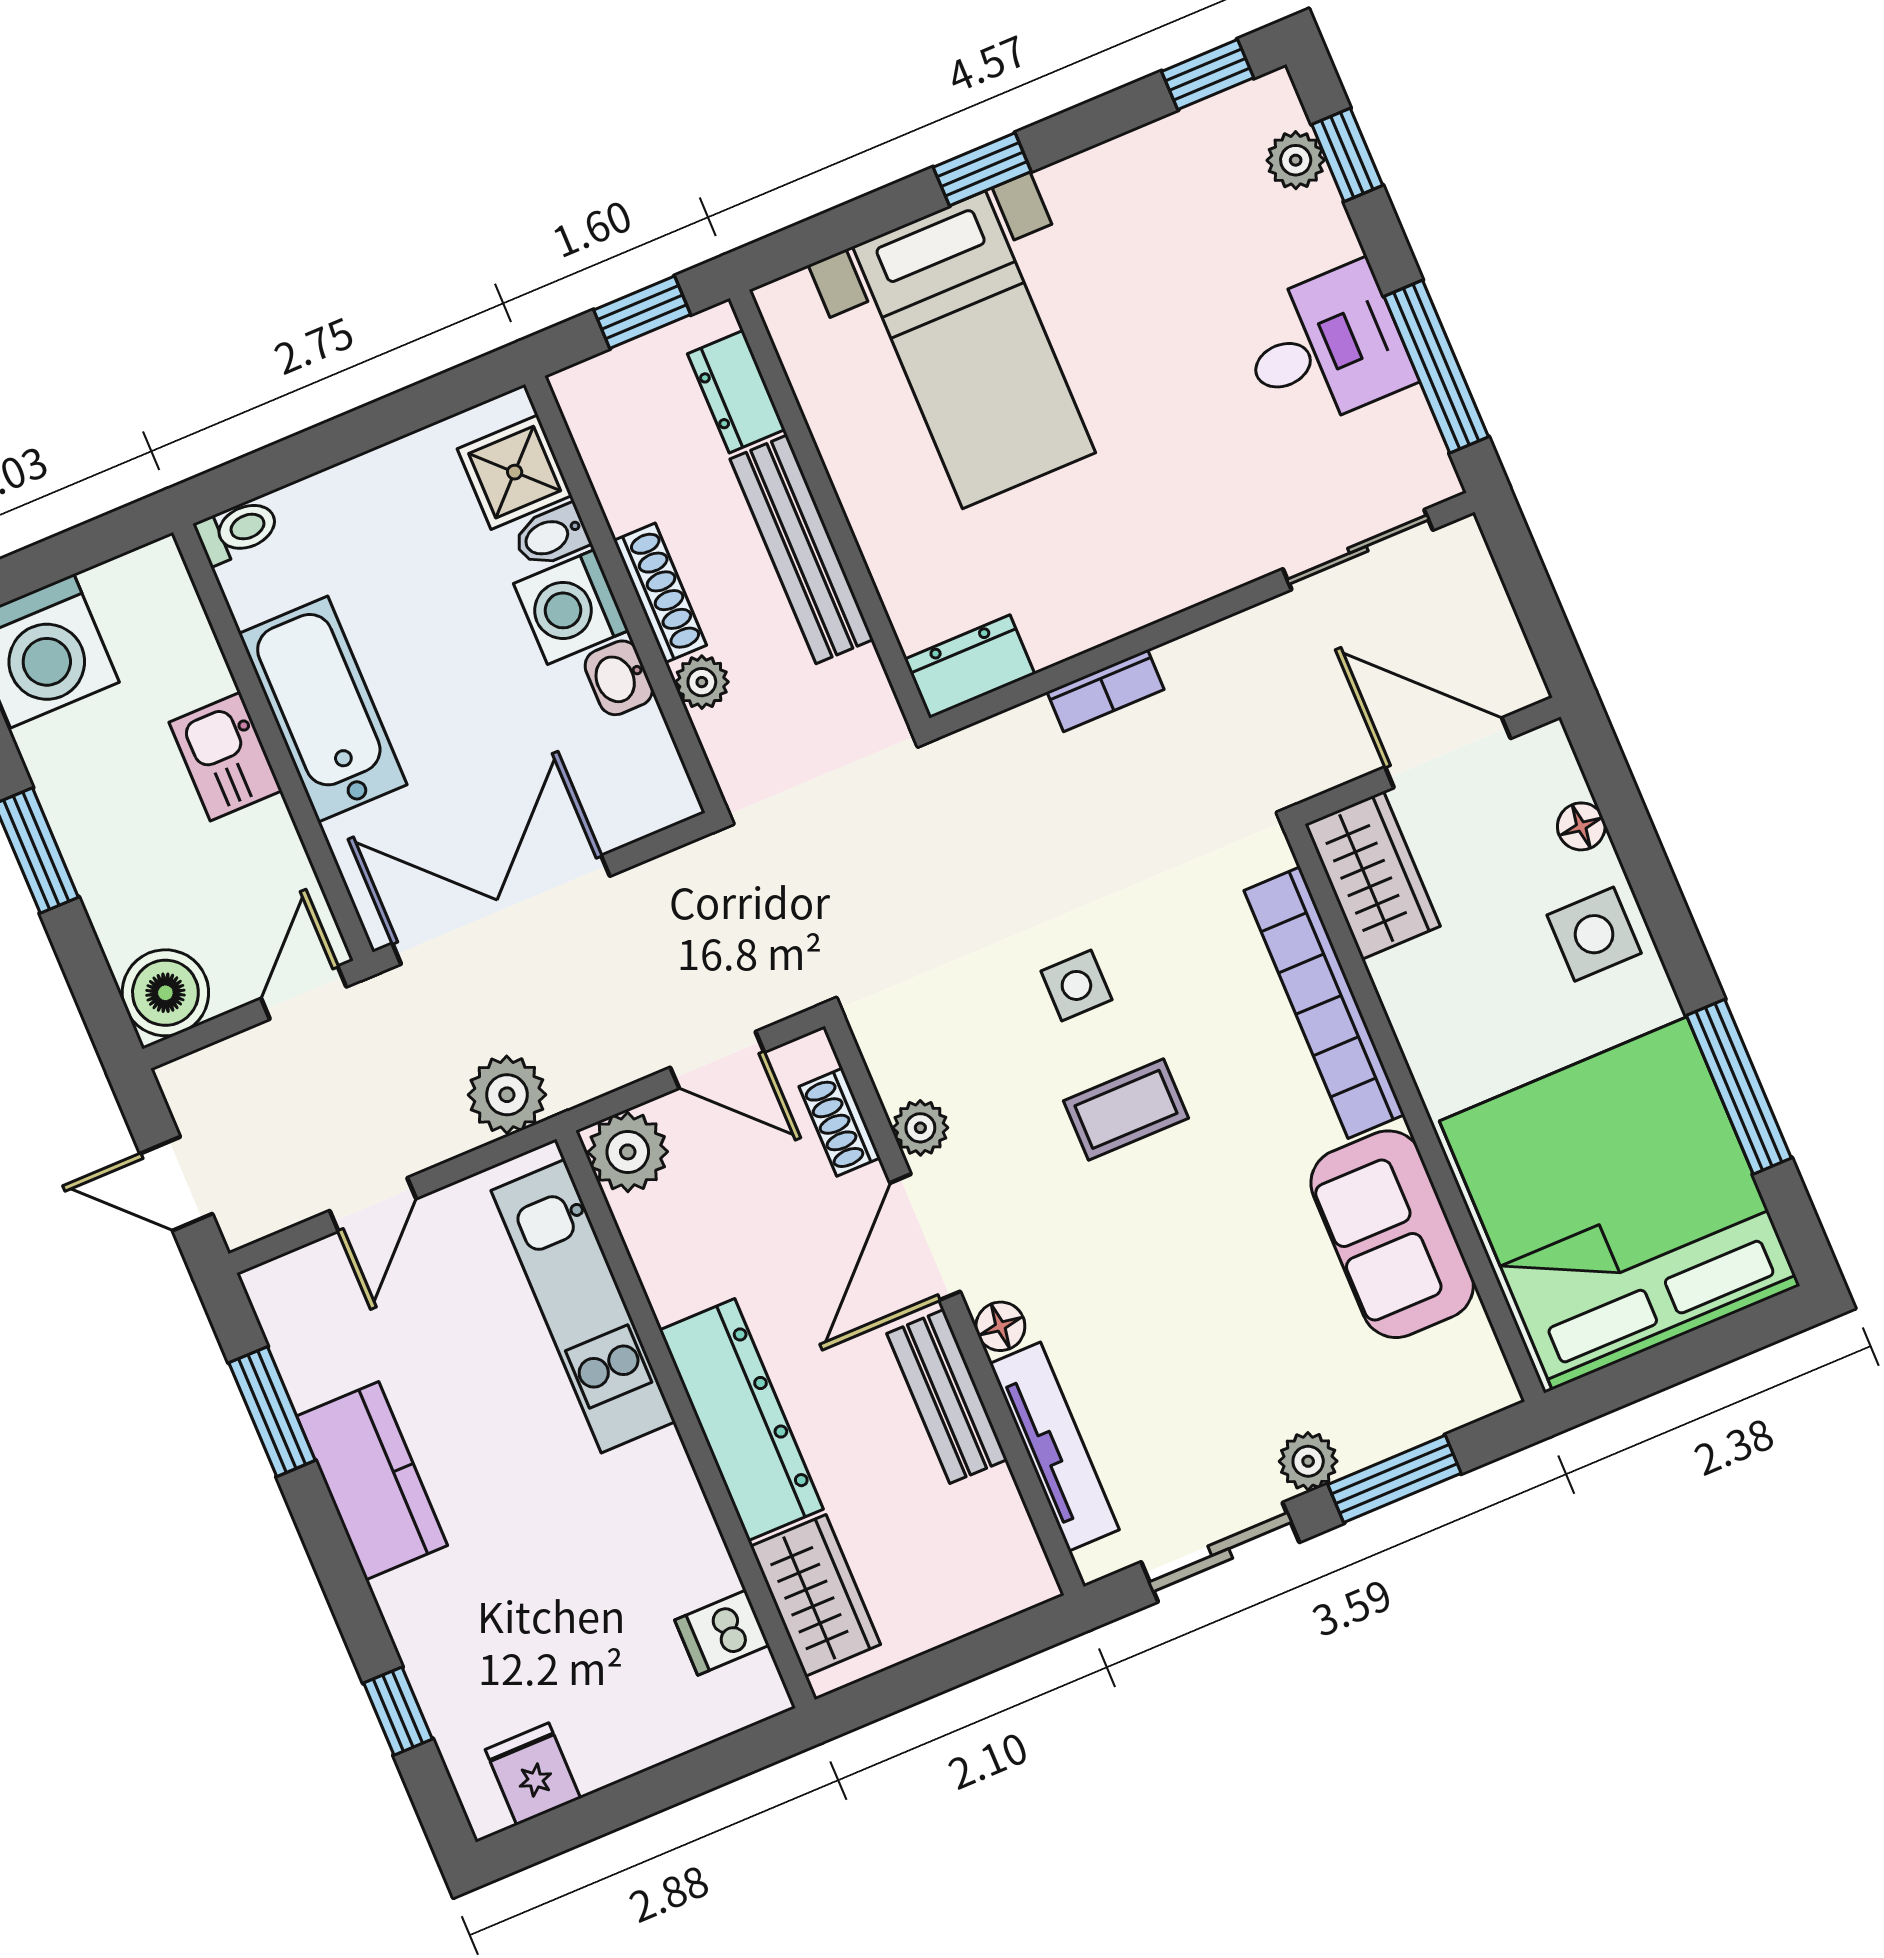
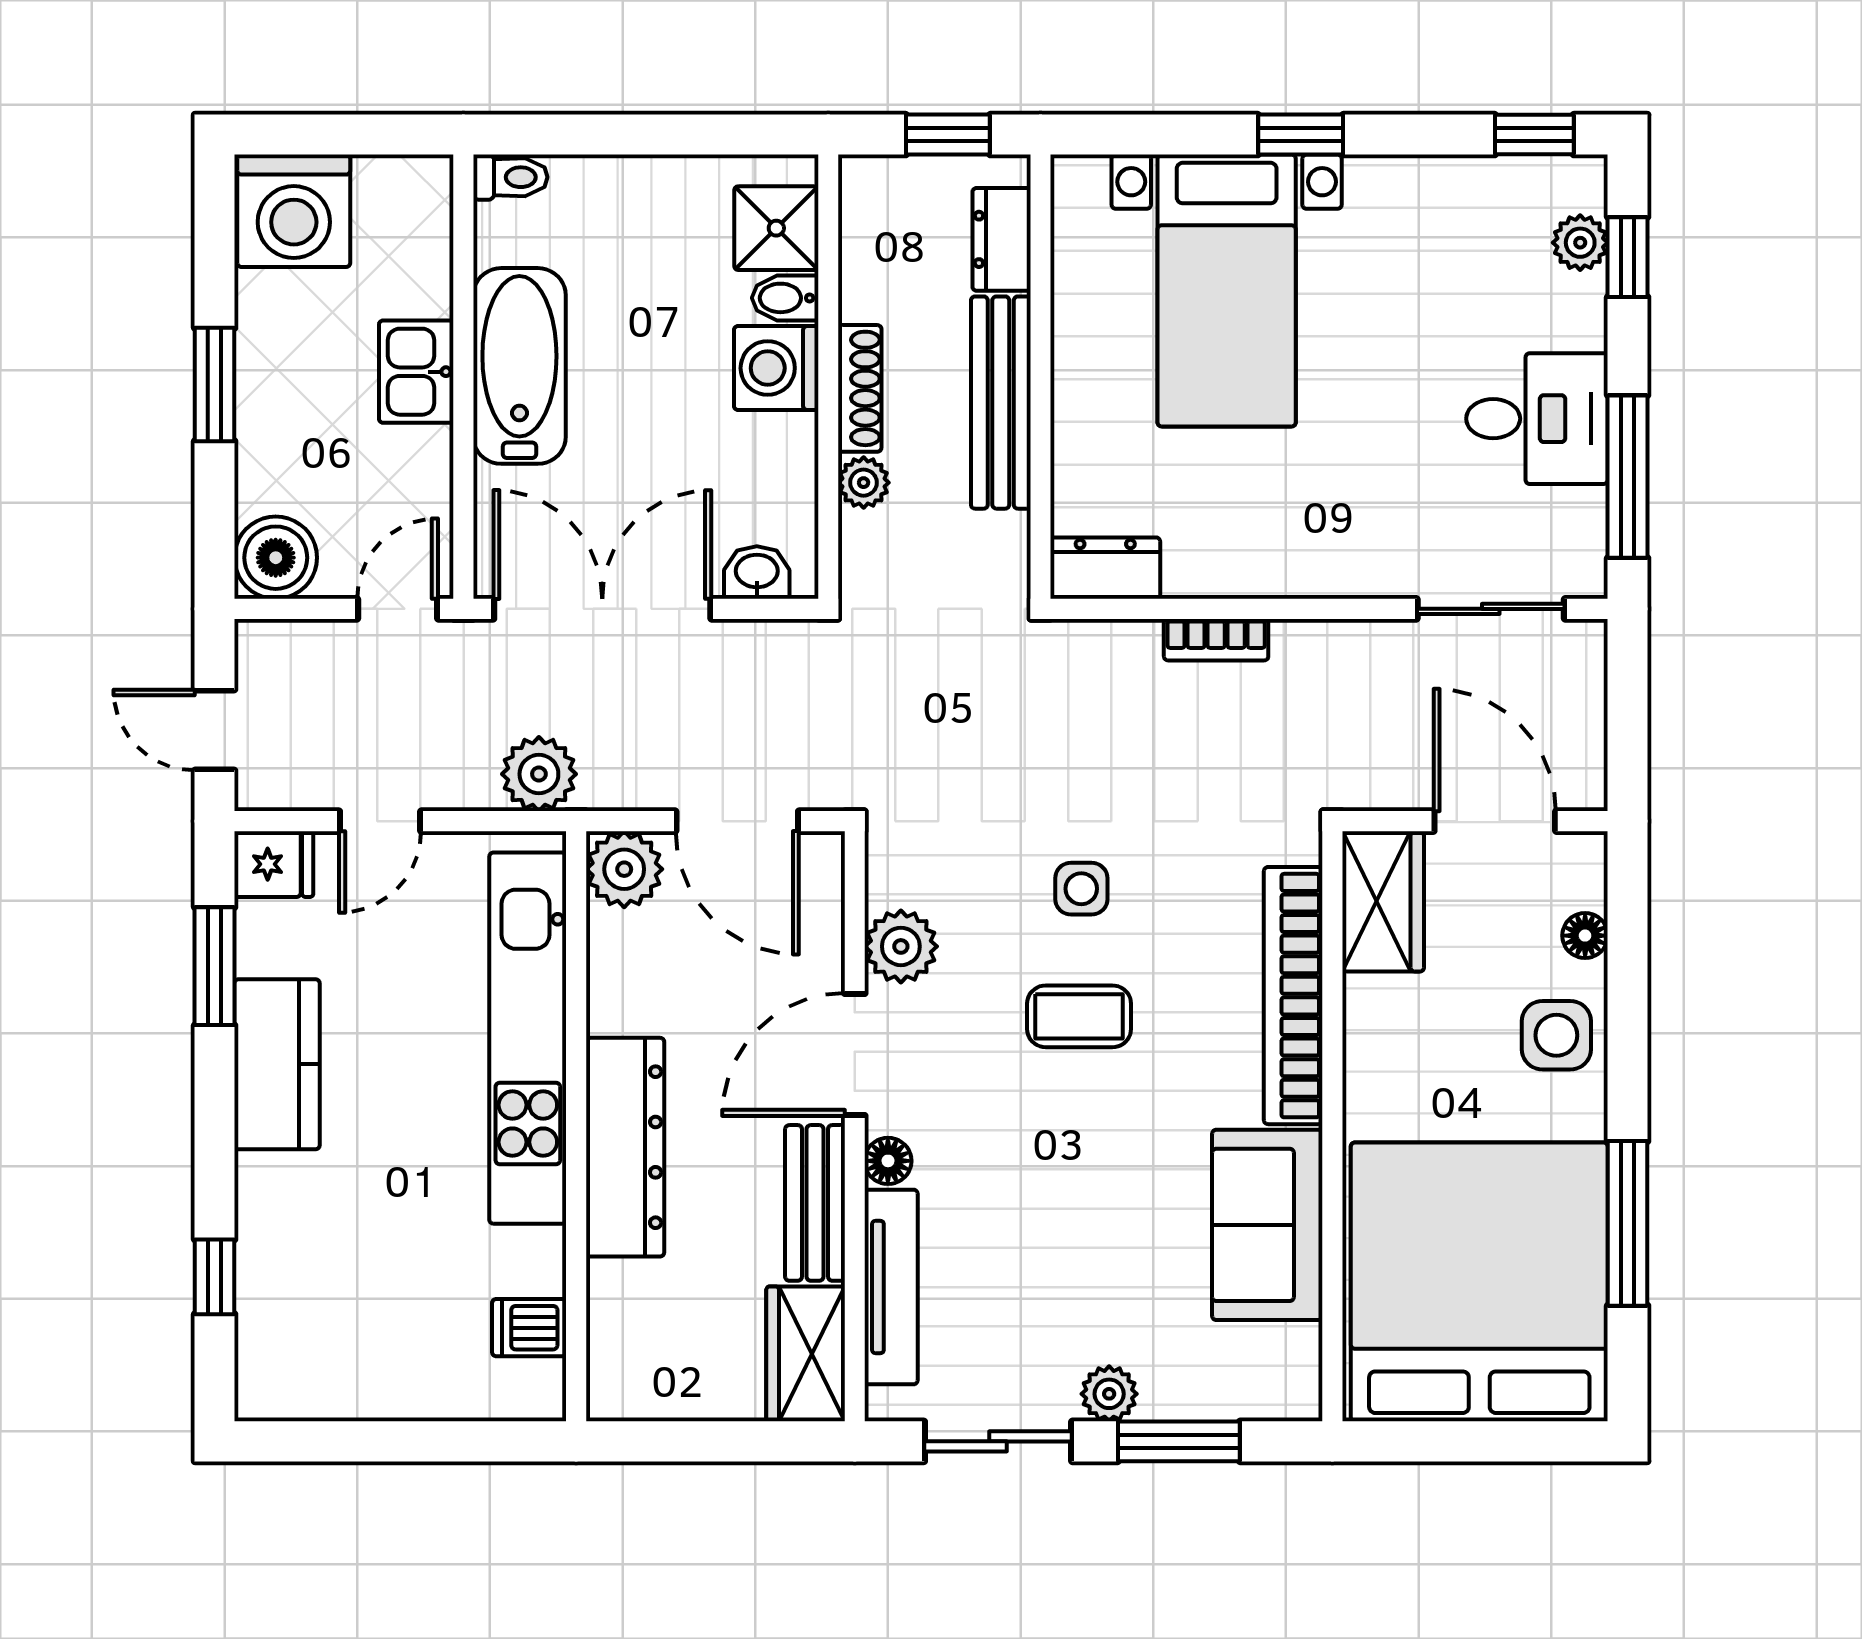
washbasin: (619, 678) -> (757, 573), moved, turned 90
door: (717, 1060) -> (737, 821), width x1.38
shoe rack: (840, 1122) -> (822, 921), removed
plant: (920, 1128) -> (901, 946), width x1.38, depth x1.38
kitchen unit: (583, 1306) -> (528, 1038), width x1.36
wardrobe: (815, 1595) -> (806, 1354), moved, turned 180
fridge: (533, 1774) -> (274, 864), moved, turned 90

